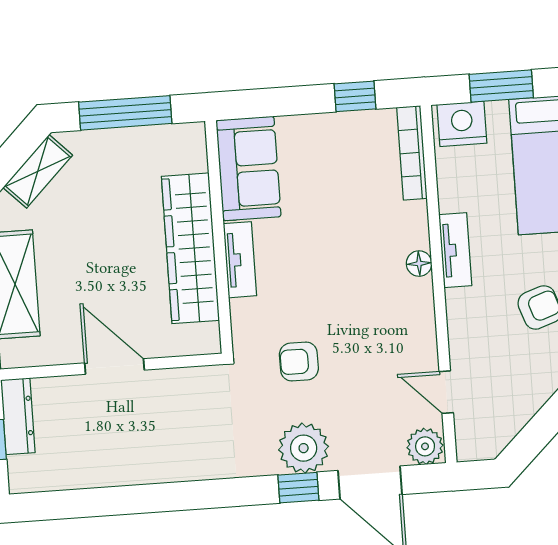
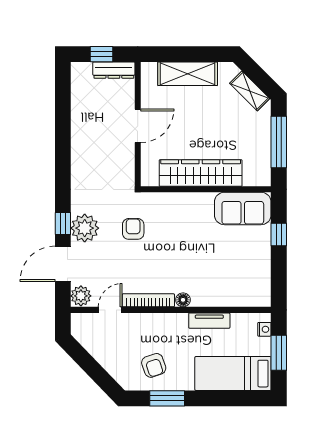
window: (355, 96) -> (279, 234), moved
nightstand: (462, 124) -> (264, 329), width x0.53, depth x0.56
bookcase: (412, 153) -> (148, 300), moved
tv unit: (455, 250) -> (209, 321), moved
tv unit: (240, 260) -> (192, 200), removed

